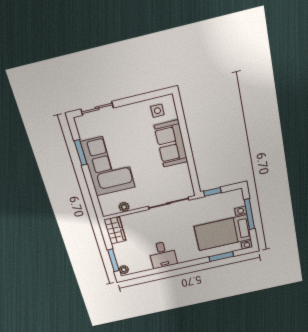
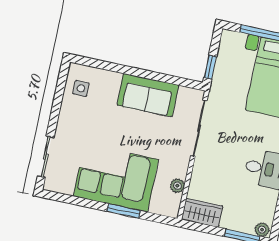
sofa: (171, 144) -> (148, 95), moved
window: (81, 152) -> (124, 211), moved

